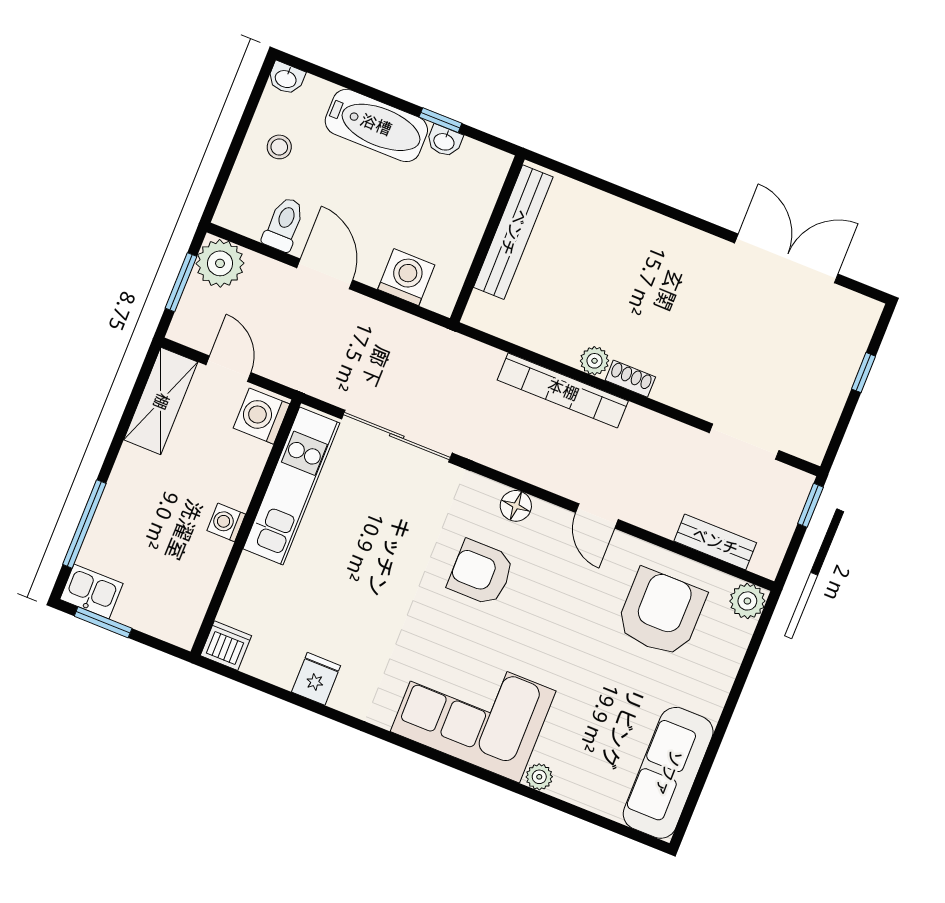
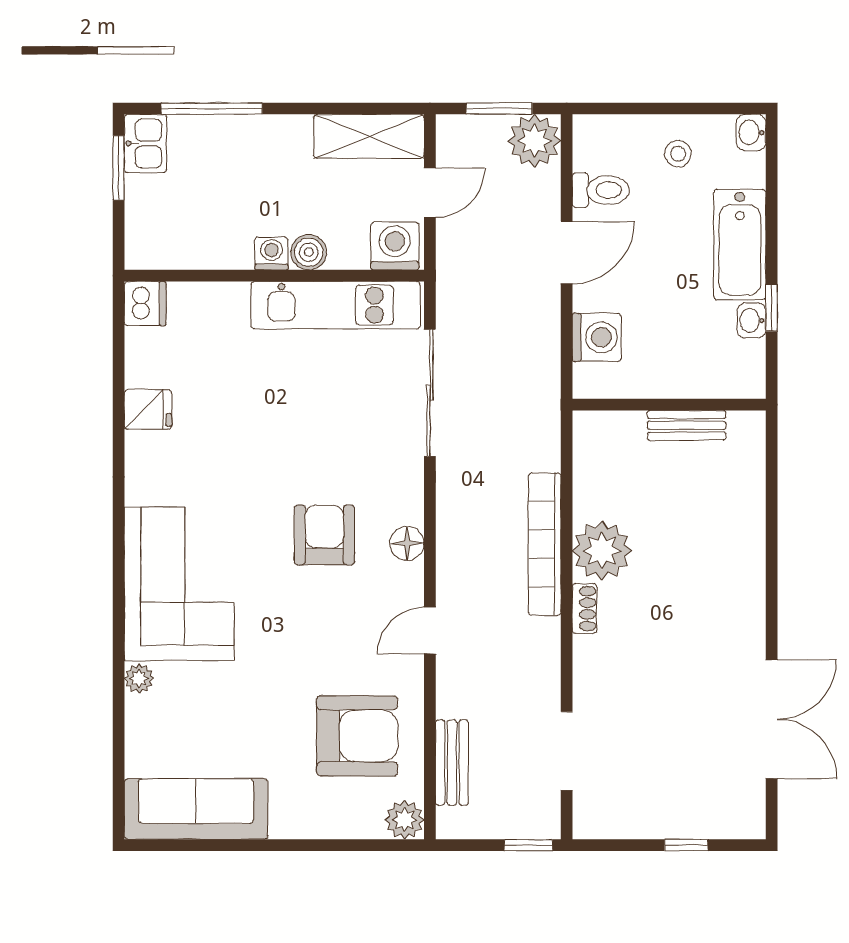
bench: (513, 232) -> (687, 425), width x0.54, depth x0.82
plant: (595, 361) -> (602, 551), width x1.88, depth x1.88
boiler: (238, 491) -> (309, 252), added

